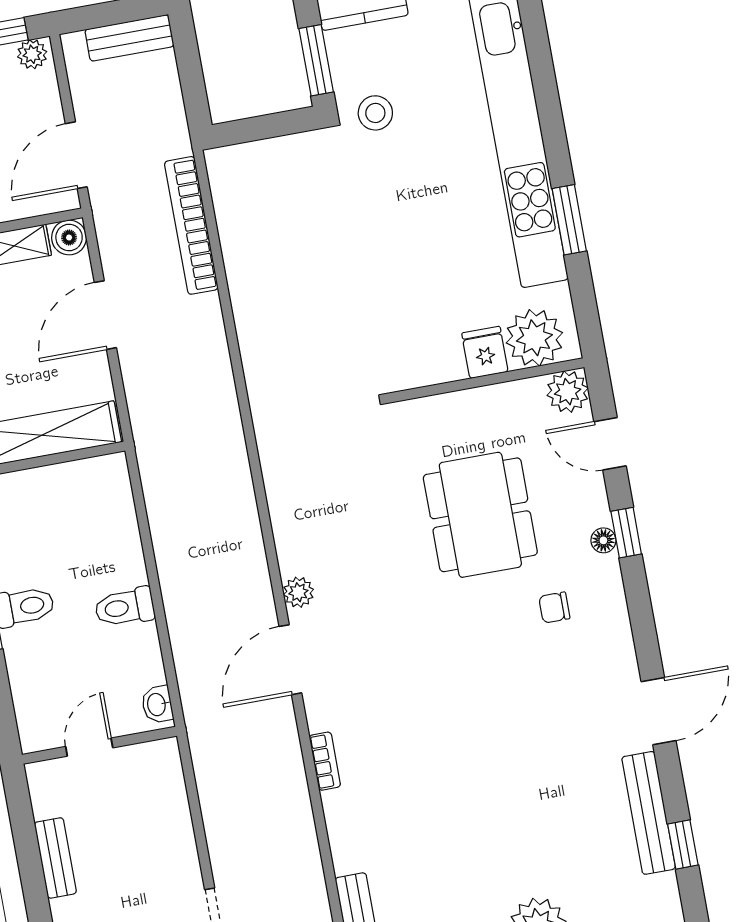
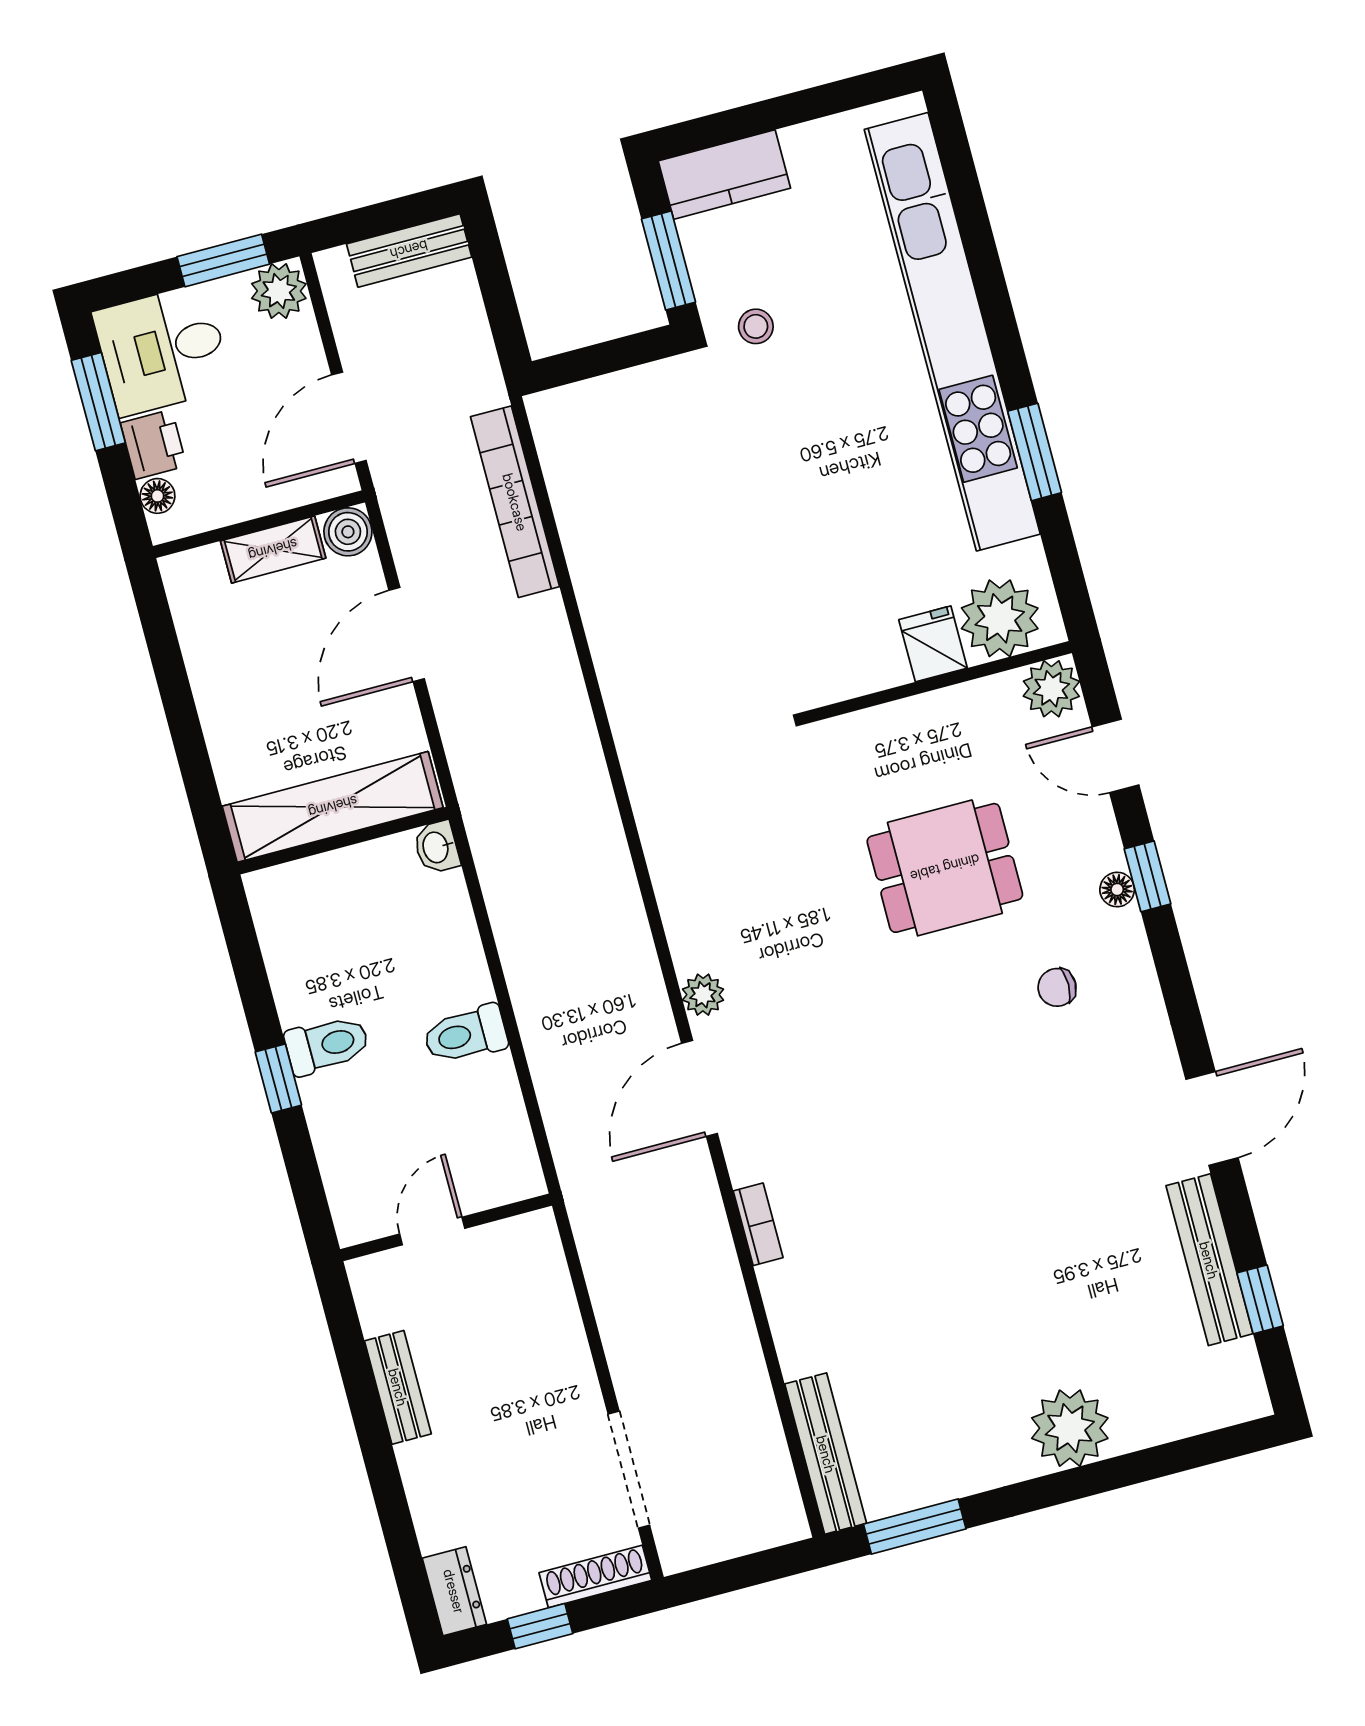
plant: (32, 54) -> (279, 291), width x1.38, depth x1.38
stool: (375, 113) -> (756, 326), width x0.73, depth x0.73
dining table: (480, 515) -> (945, 868), width x0.73
washbasin: (157, 704) -> (437, 847), moved

